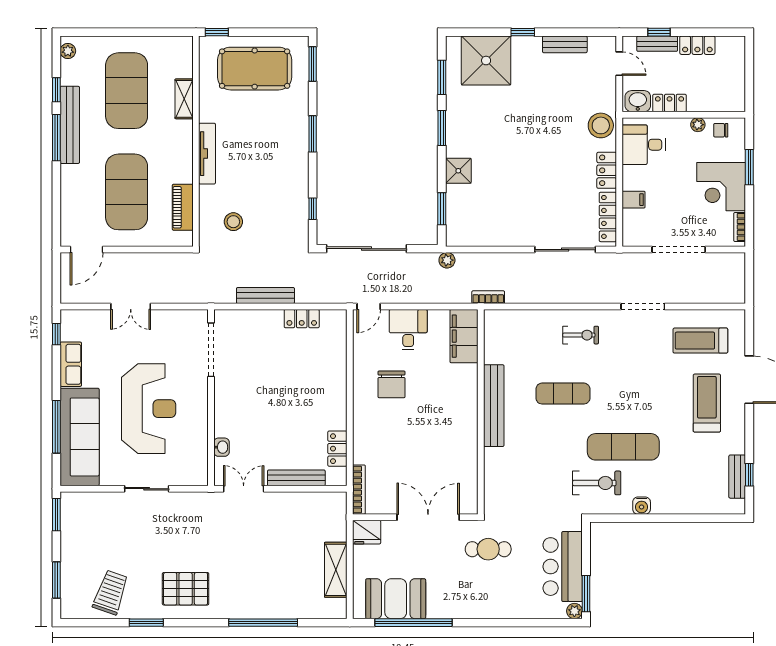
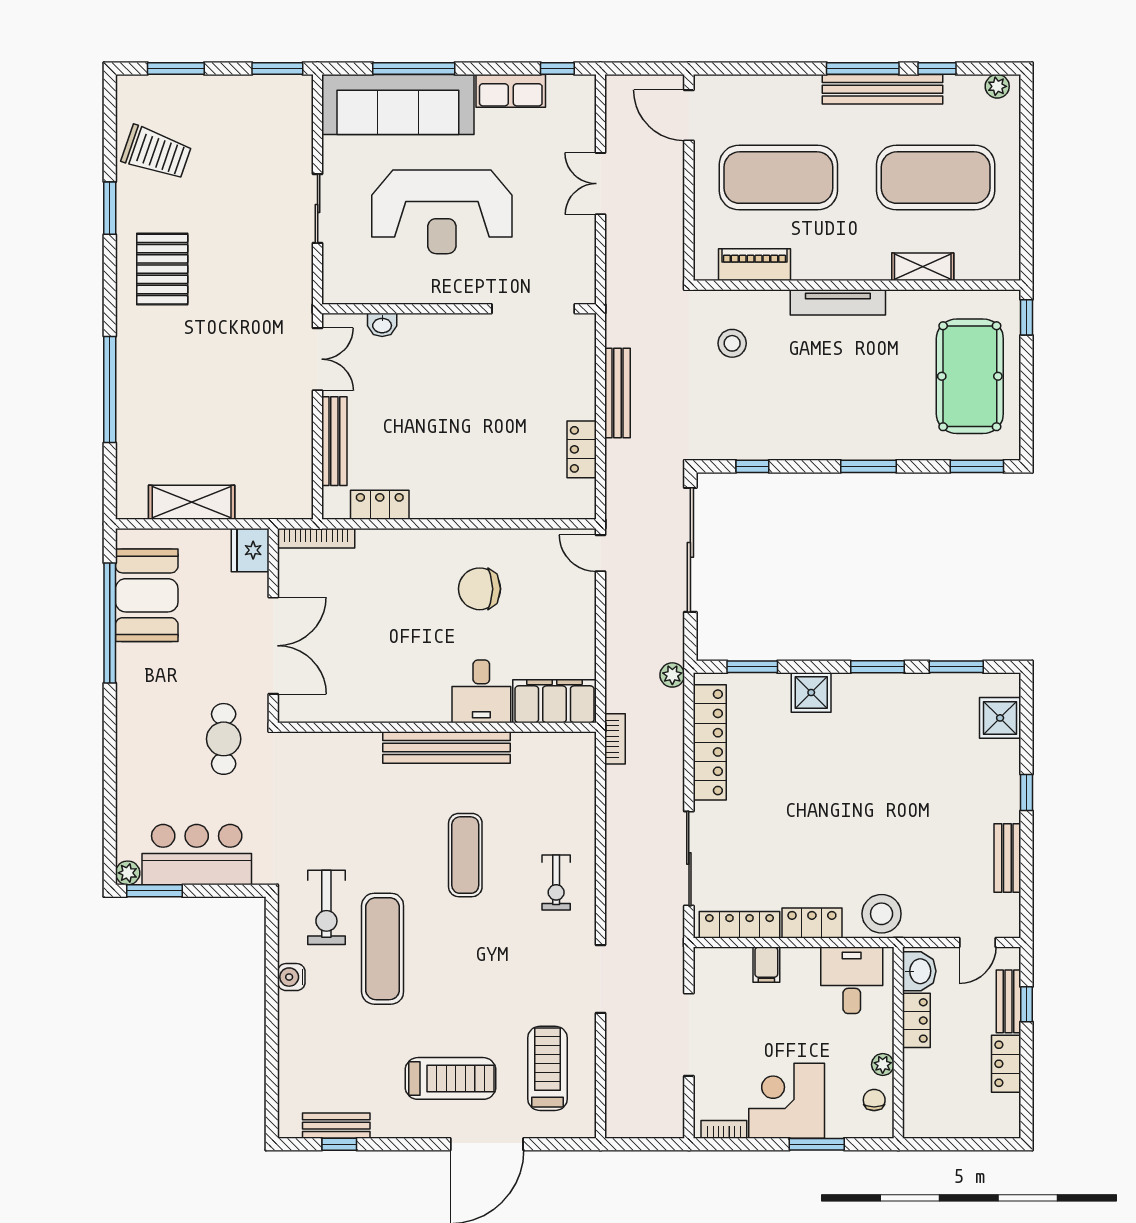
shower: (486, 61) -> (1000, 718), width x0.54, depth x0.54
locker: (490, 236) -> (710, 742), added
desk: (408, 330) -> (481, 691), moved, turned 90

